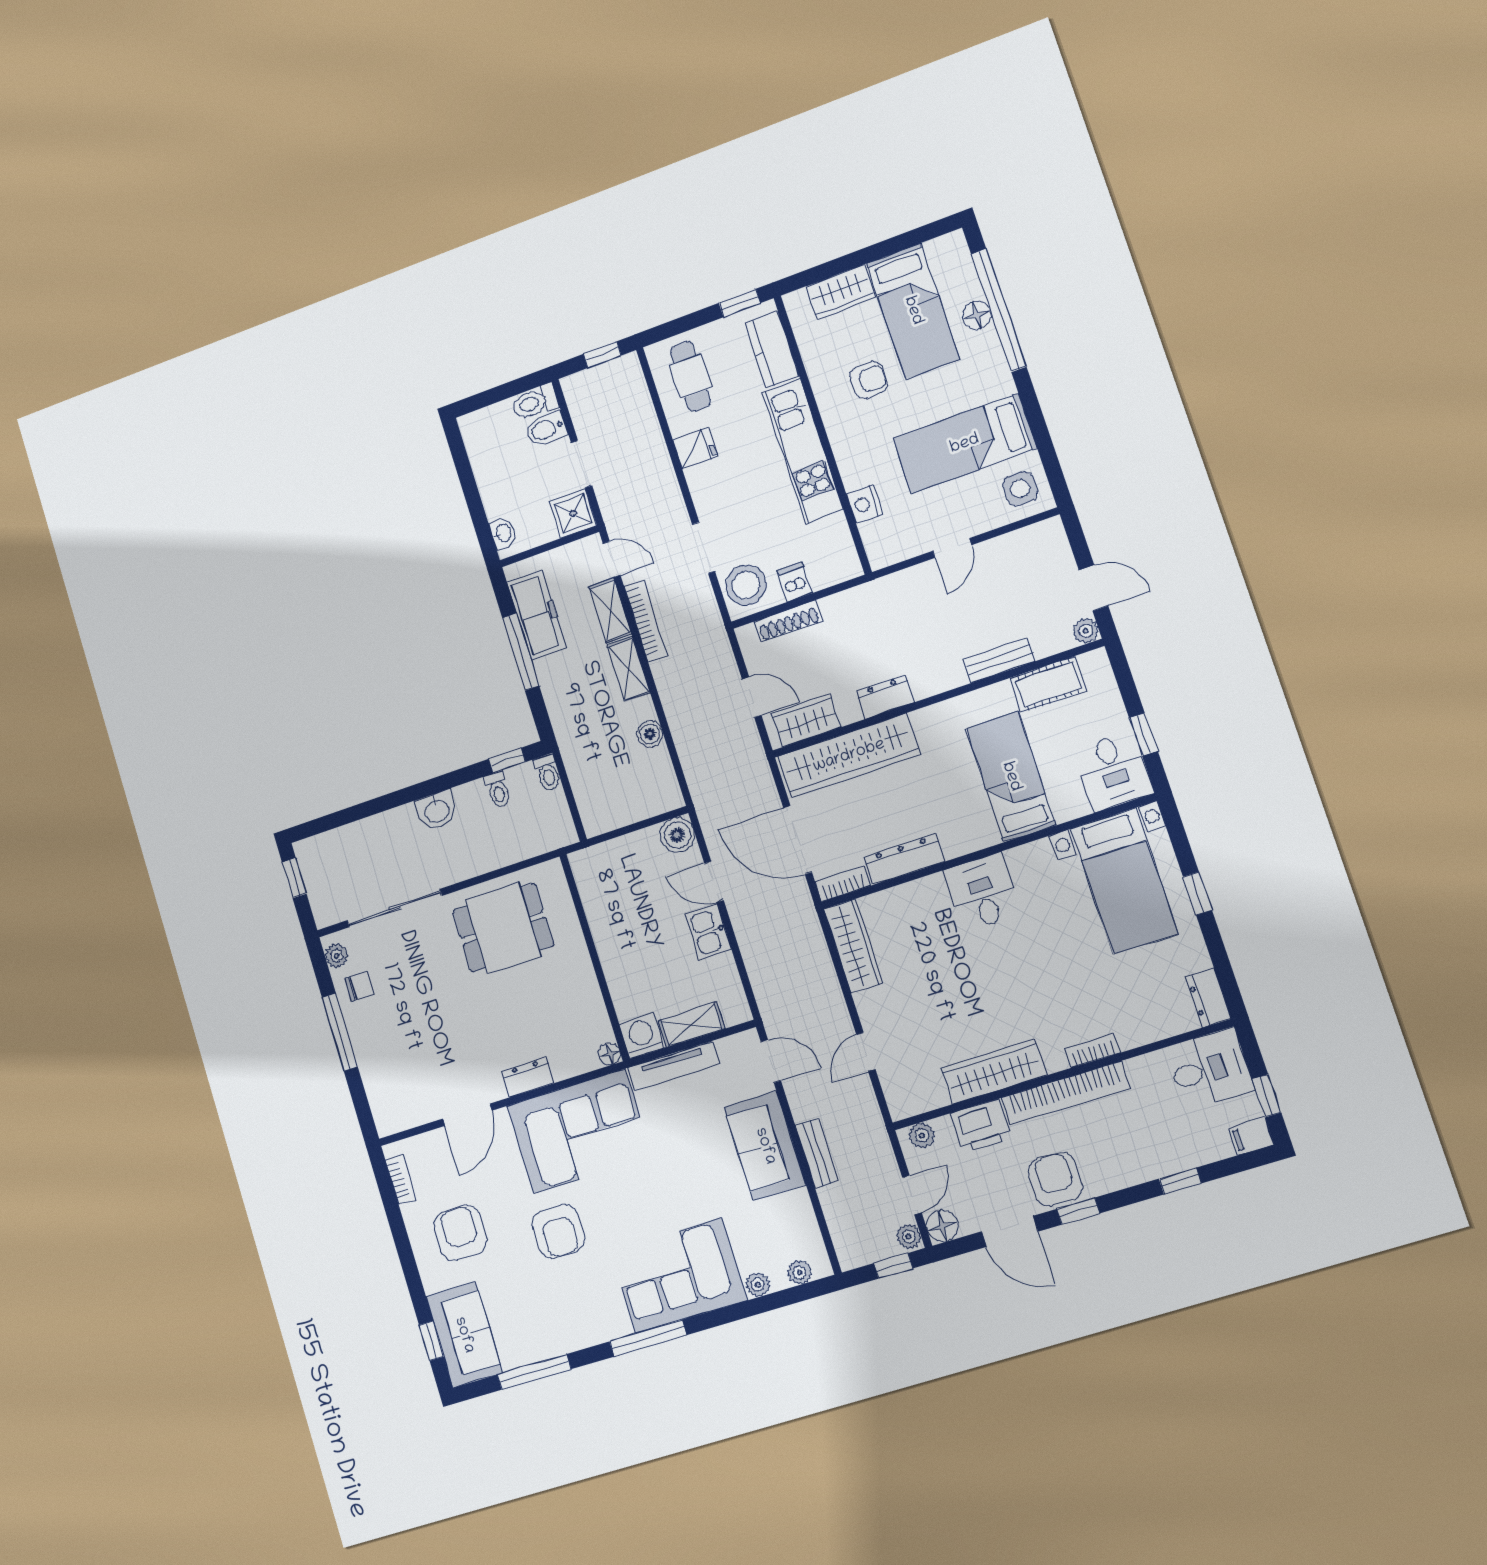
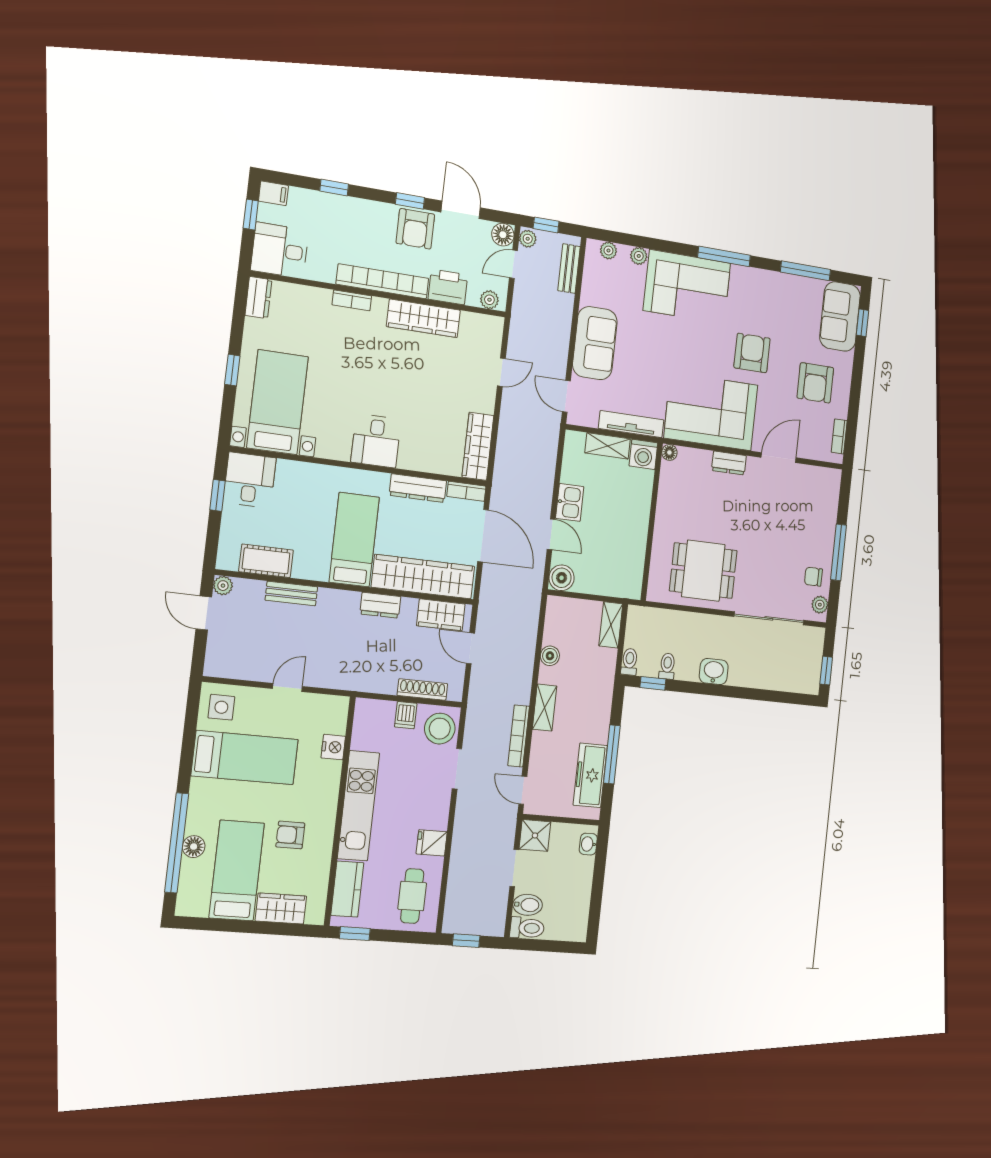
shelving: (610, 610) -> (611, 625), moved
bed: (1011, 777) -> (354, 540), moved, turned 180
bench: (817, 1153) -> (569, 269), moved

